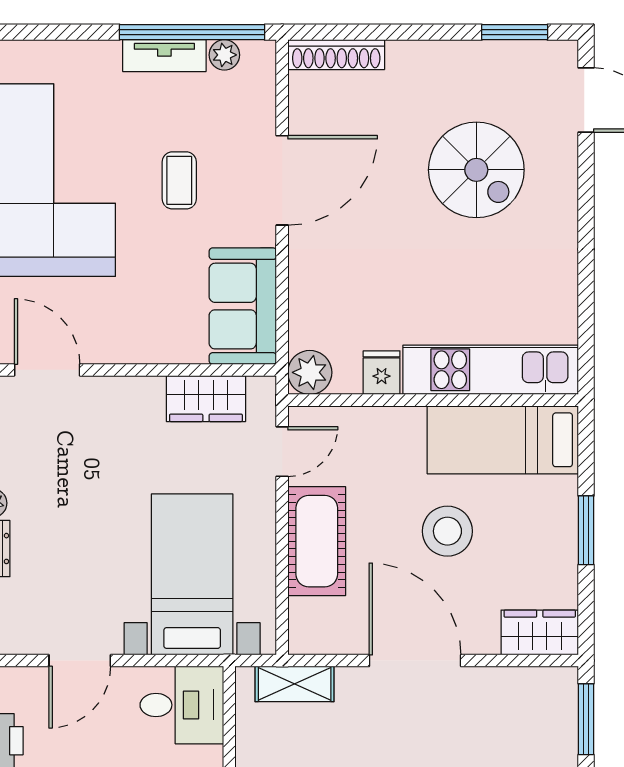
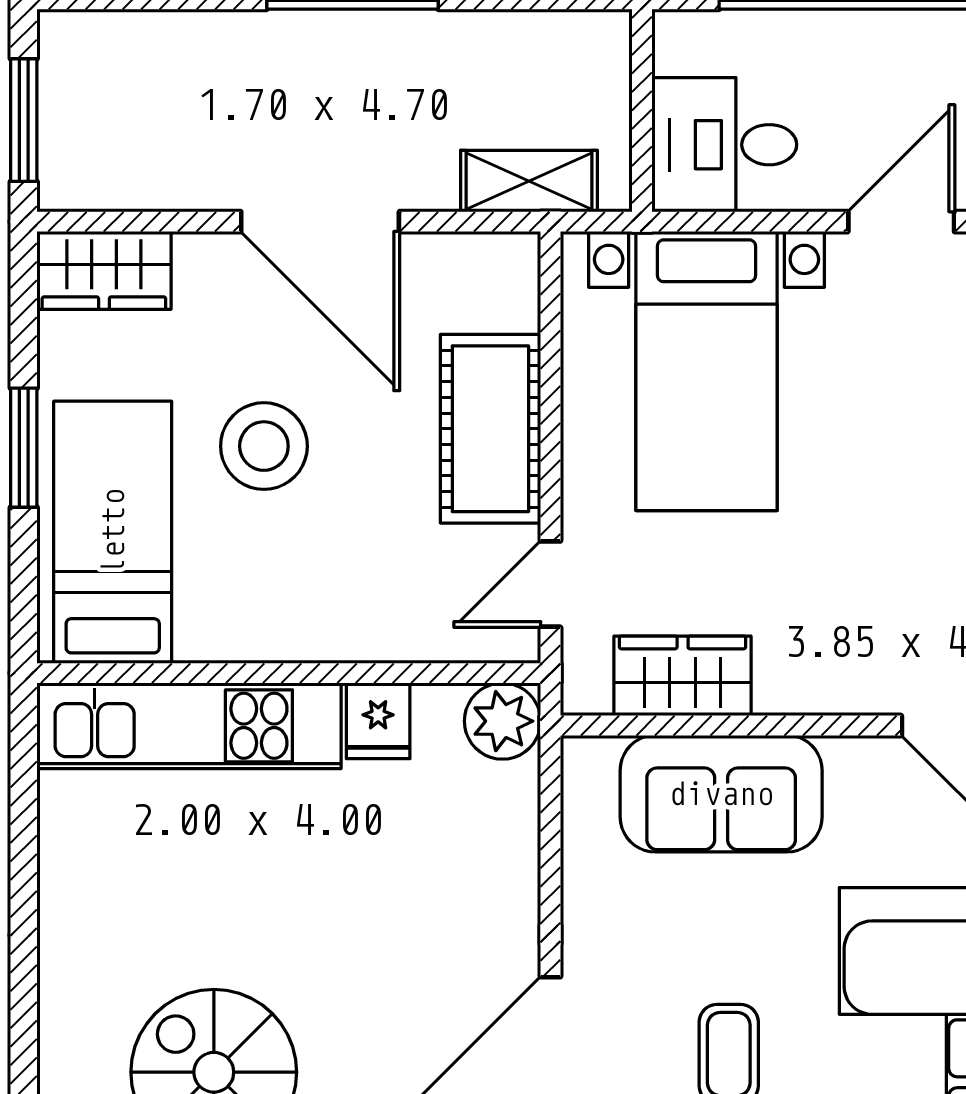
sofa: (243, 306) -> (721, 794), moved, turned 90
bed: (503, 440) -> (113, 532), moved, turned -90

